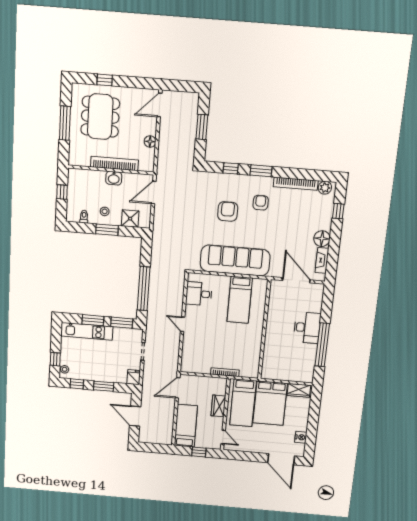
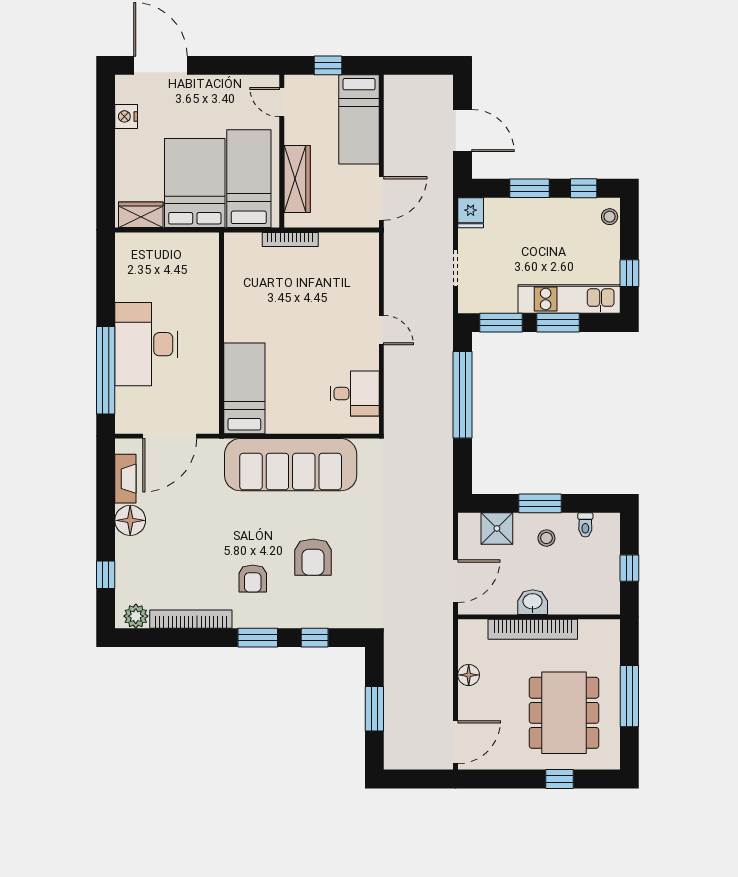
door: (296, 280) -> (170, 436), hinge flipped
bed: (240, 300) -> (244, 388), moved
desk: (307, 328) -> (146, 344), width x1.36, depth x1.30
window: (322, 345) -> (106, 370), moved
window: (55, 359) -> (629, 273), moved
wardrobe: (218, 406) -> (297, 179), width x1.50

